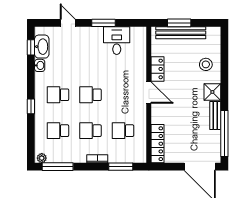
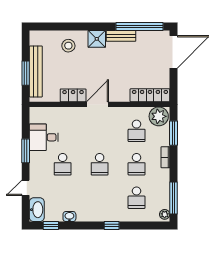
washbasin: (42, 47) -> (37, 210), moved, turned 90
school desk: (58, 95) -> (63, 164), moved
plant: (137, 152) -> (159, 116), added

